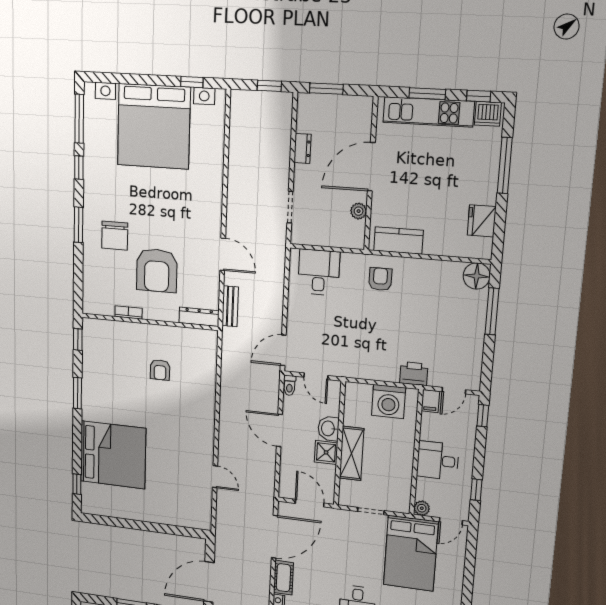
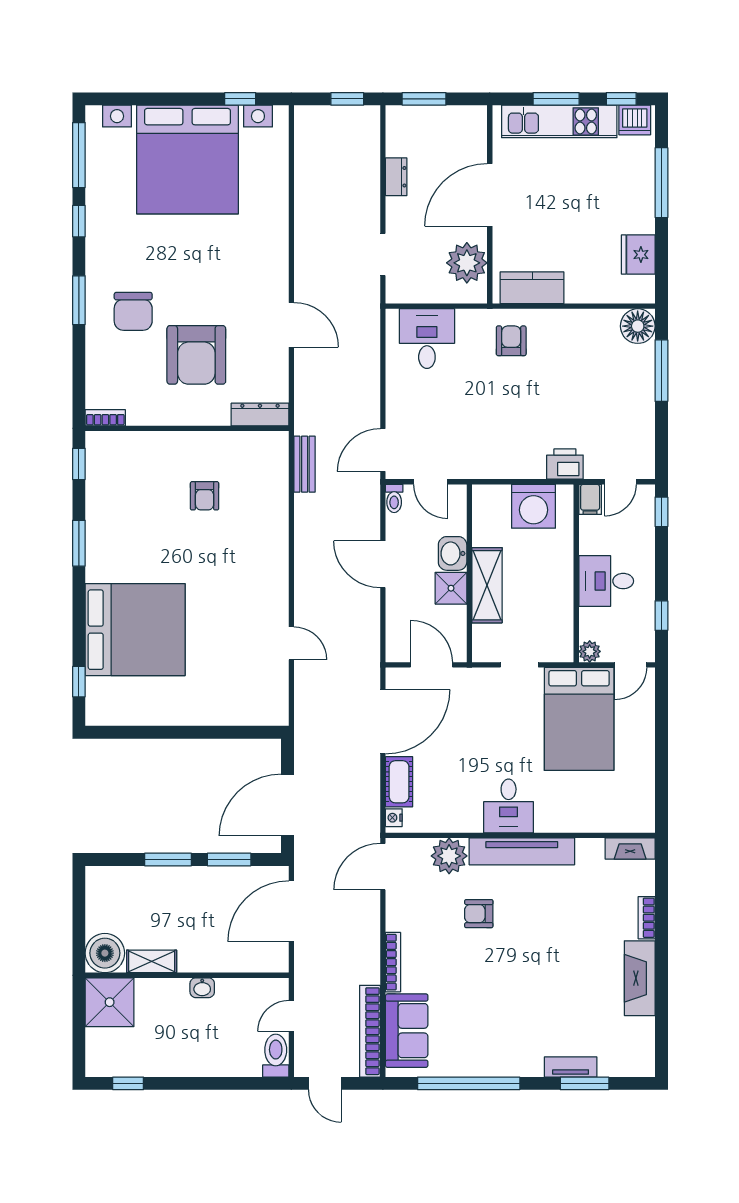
plant: (359, 211) -> (467, 263), width x1.87, depth x1.87
bench: (230, 306) -> (305, 464), moved
bookcase: (128, 312) -> (105, 418), moved

